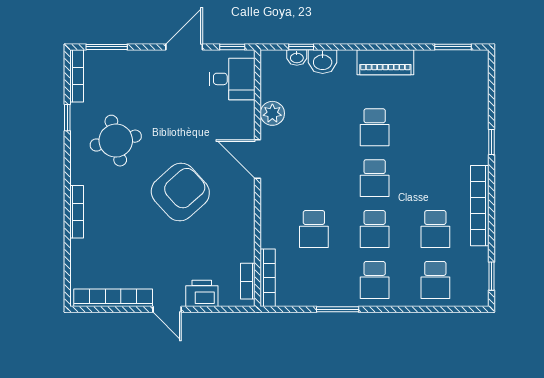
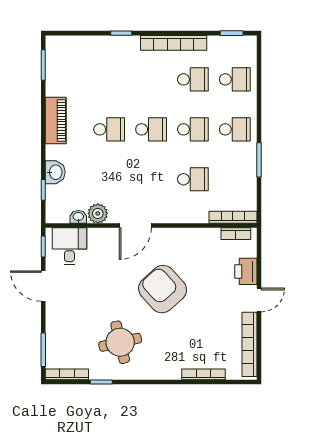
washbasin: (297, 58) -> (78, 217), moved, turned -90
bookcase: (77, 212) -> (204, 374), moved

